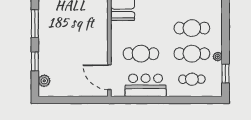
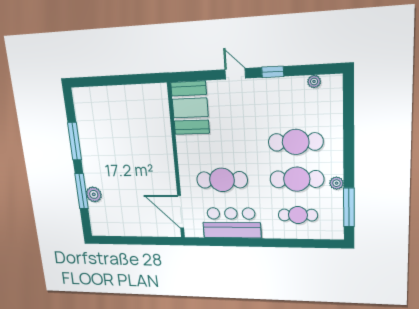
window: (35, 61) -> (82, 191), width x1.44
window: (225, 74) -> (349, 207), width x1.44
plant: (44, 81) -> (94, 194), moved

